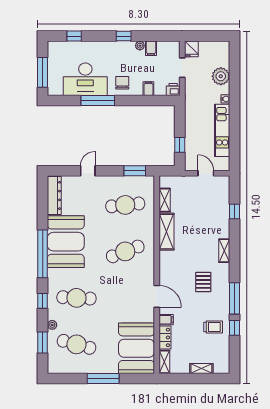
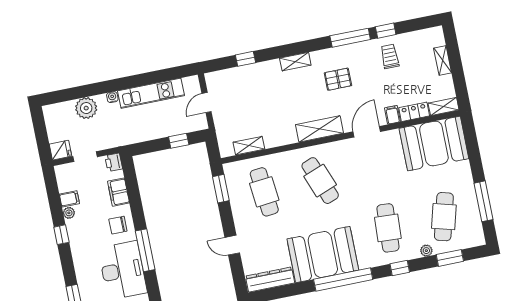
filing cabinet: (148, 89) -> (119, 192), width x2.00
shelving: (167, 232) -> (320, 129), moved
window: (103, 378) -> (483, 201), moved

